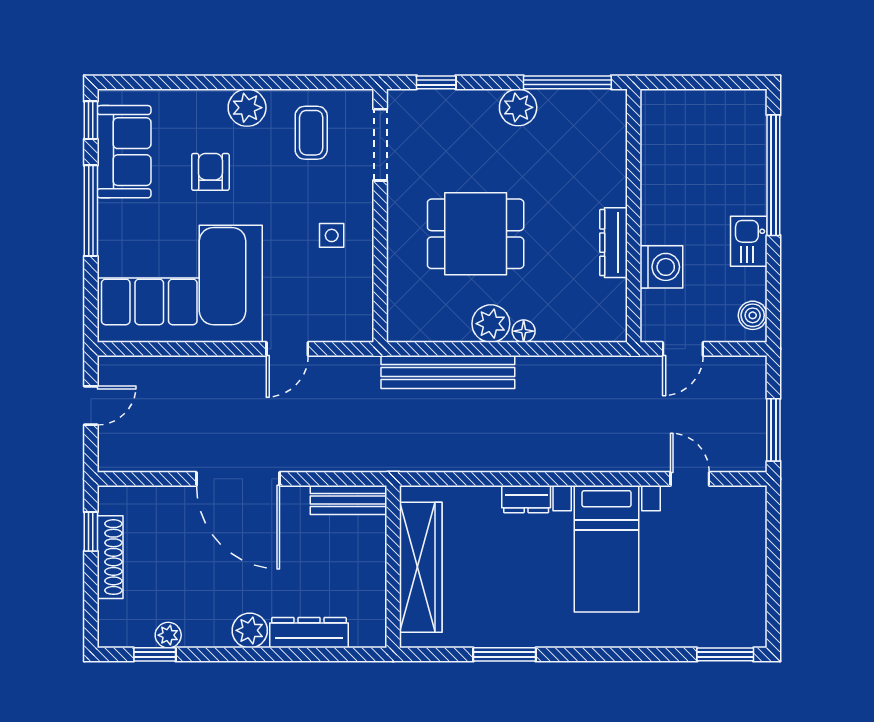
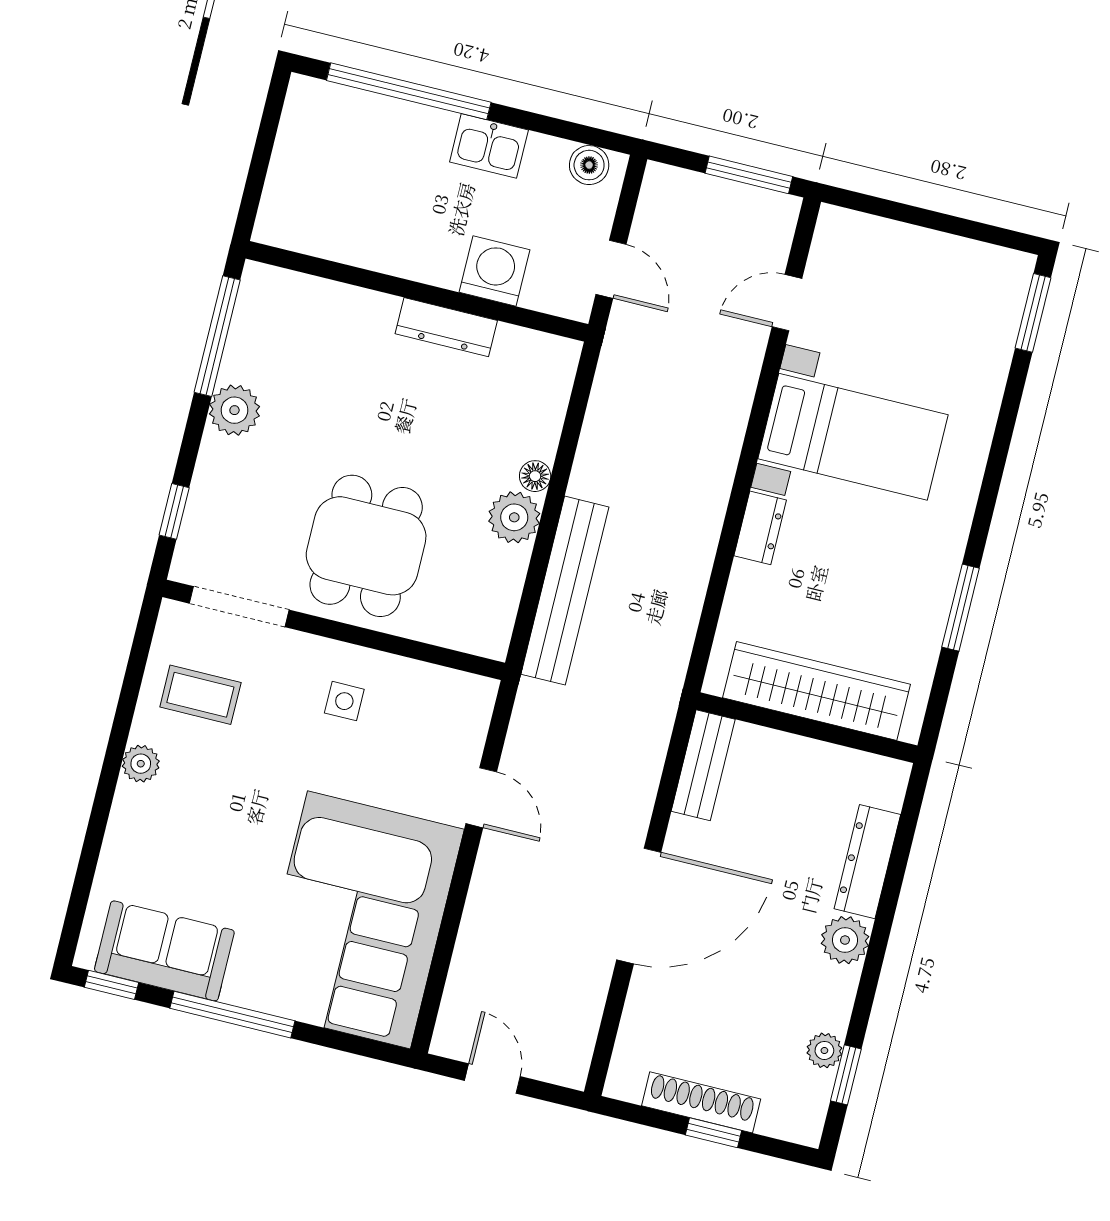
plant: (247, 108) -> (141, 764), width x0.73, depth x0.73
armchair: (210, 172) -> (220, 842), removed
dining table: (476, 234) -> (366, 546), moved
window: (91, 532) -> (713, 1133), moved

